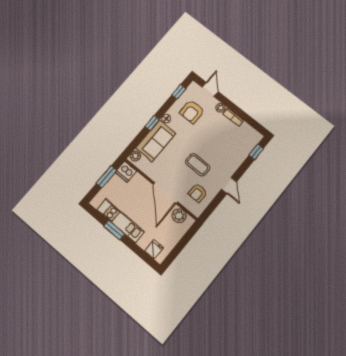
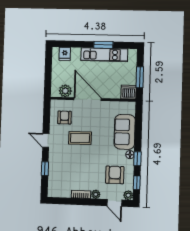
window: (152, 123) -> (137, 159), moved
window: (256, 152) -> (45, 169), moved
plant: (135, 156) -> (128, 195), moved

